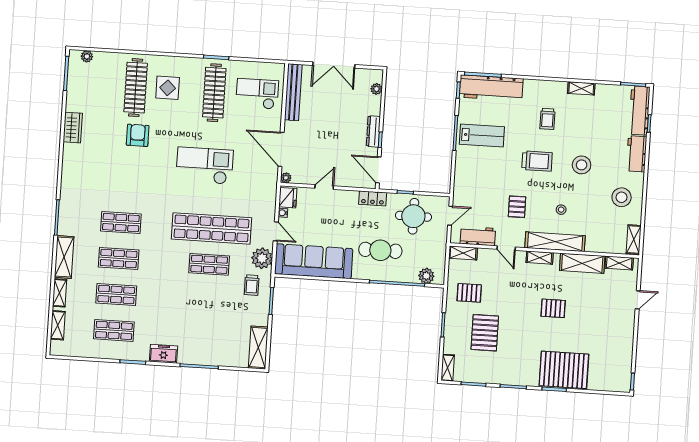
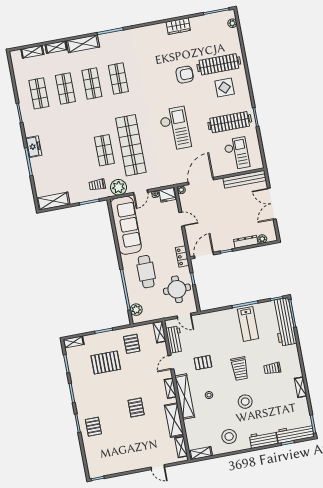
dresser: (373, 131) -> (246, 242), moved
freezer: (164, 354) -> (34, 147), moved
pallet: (564, 370) -> (93, 427), width x0.49, depth x0.50

